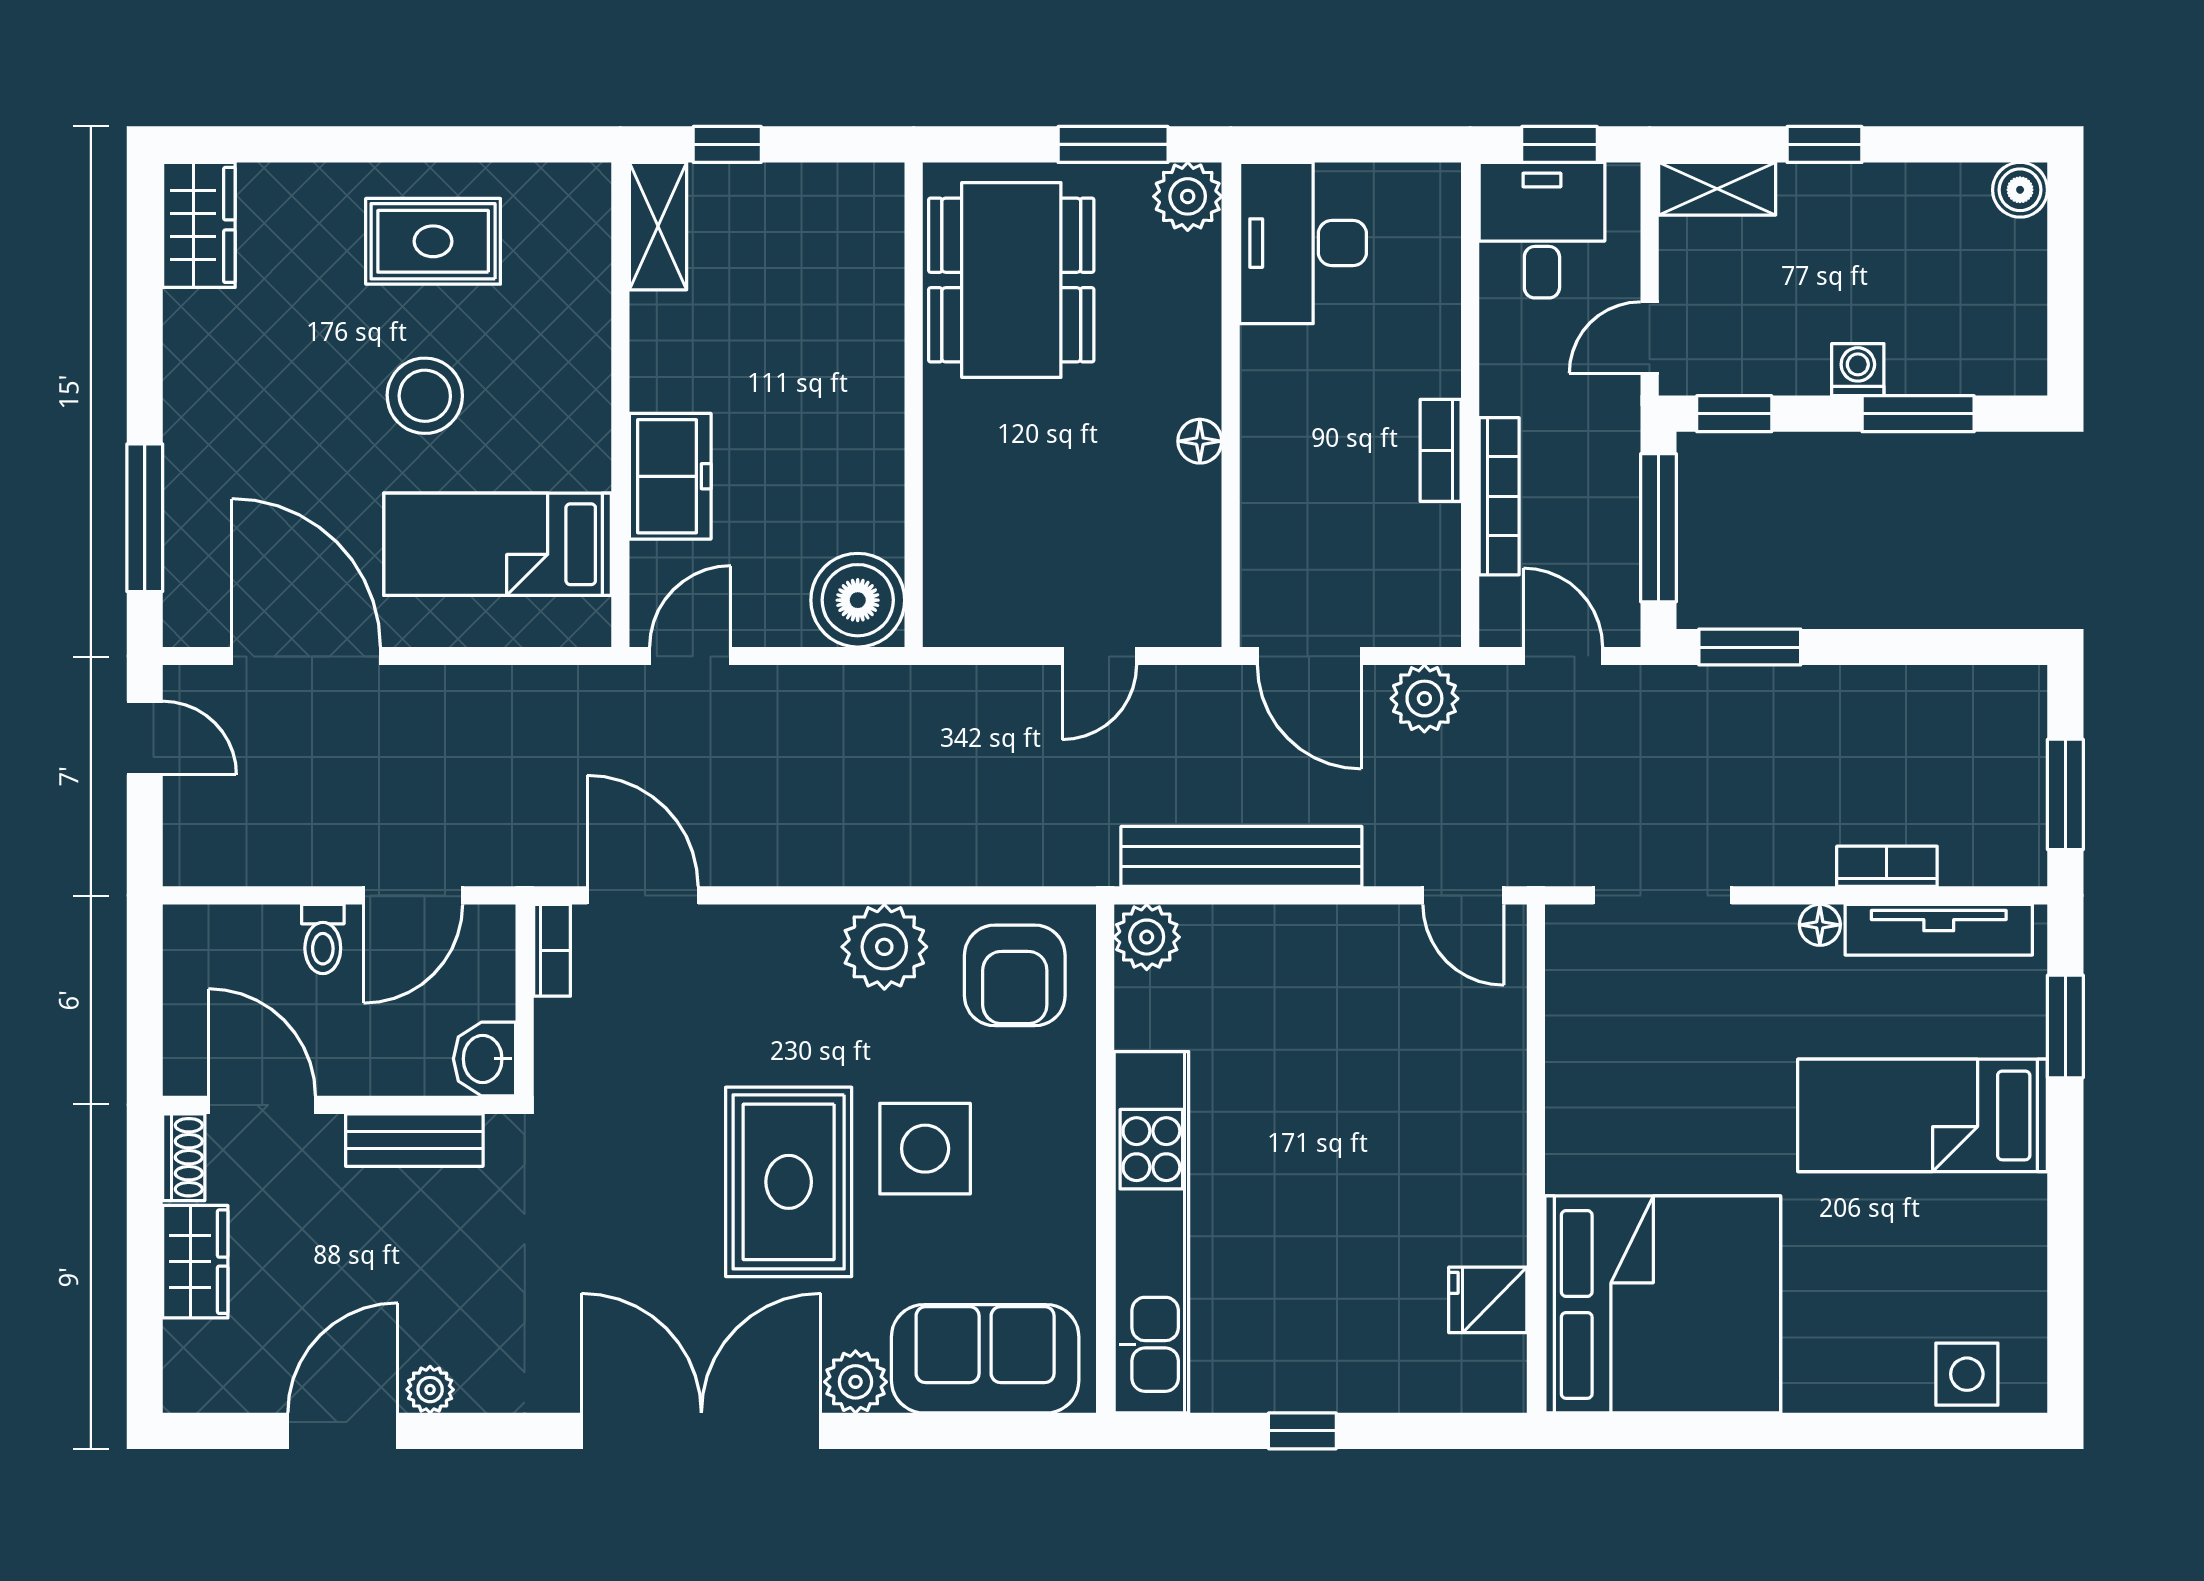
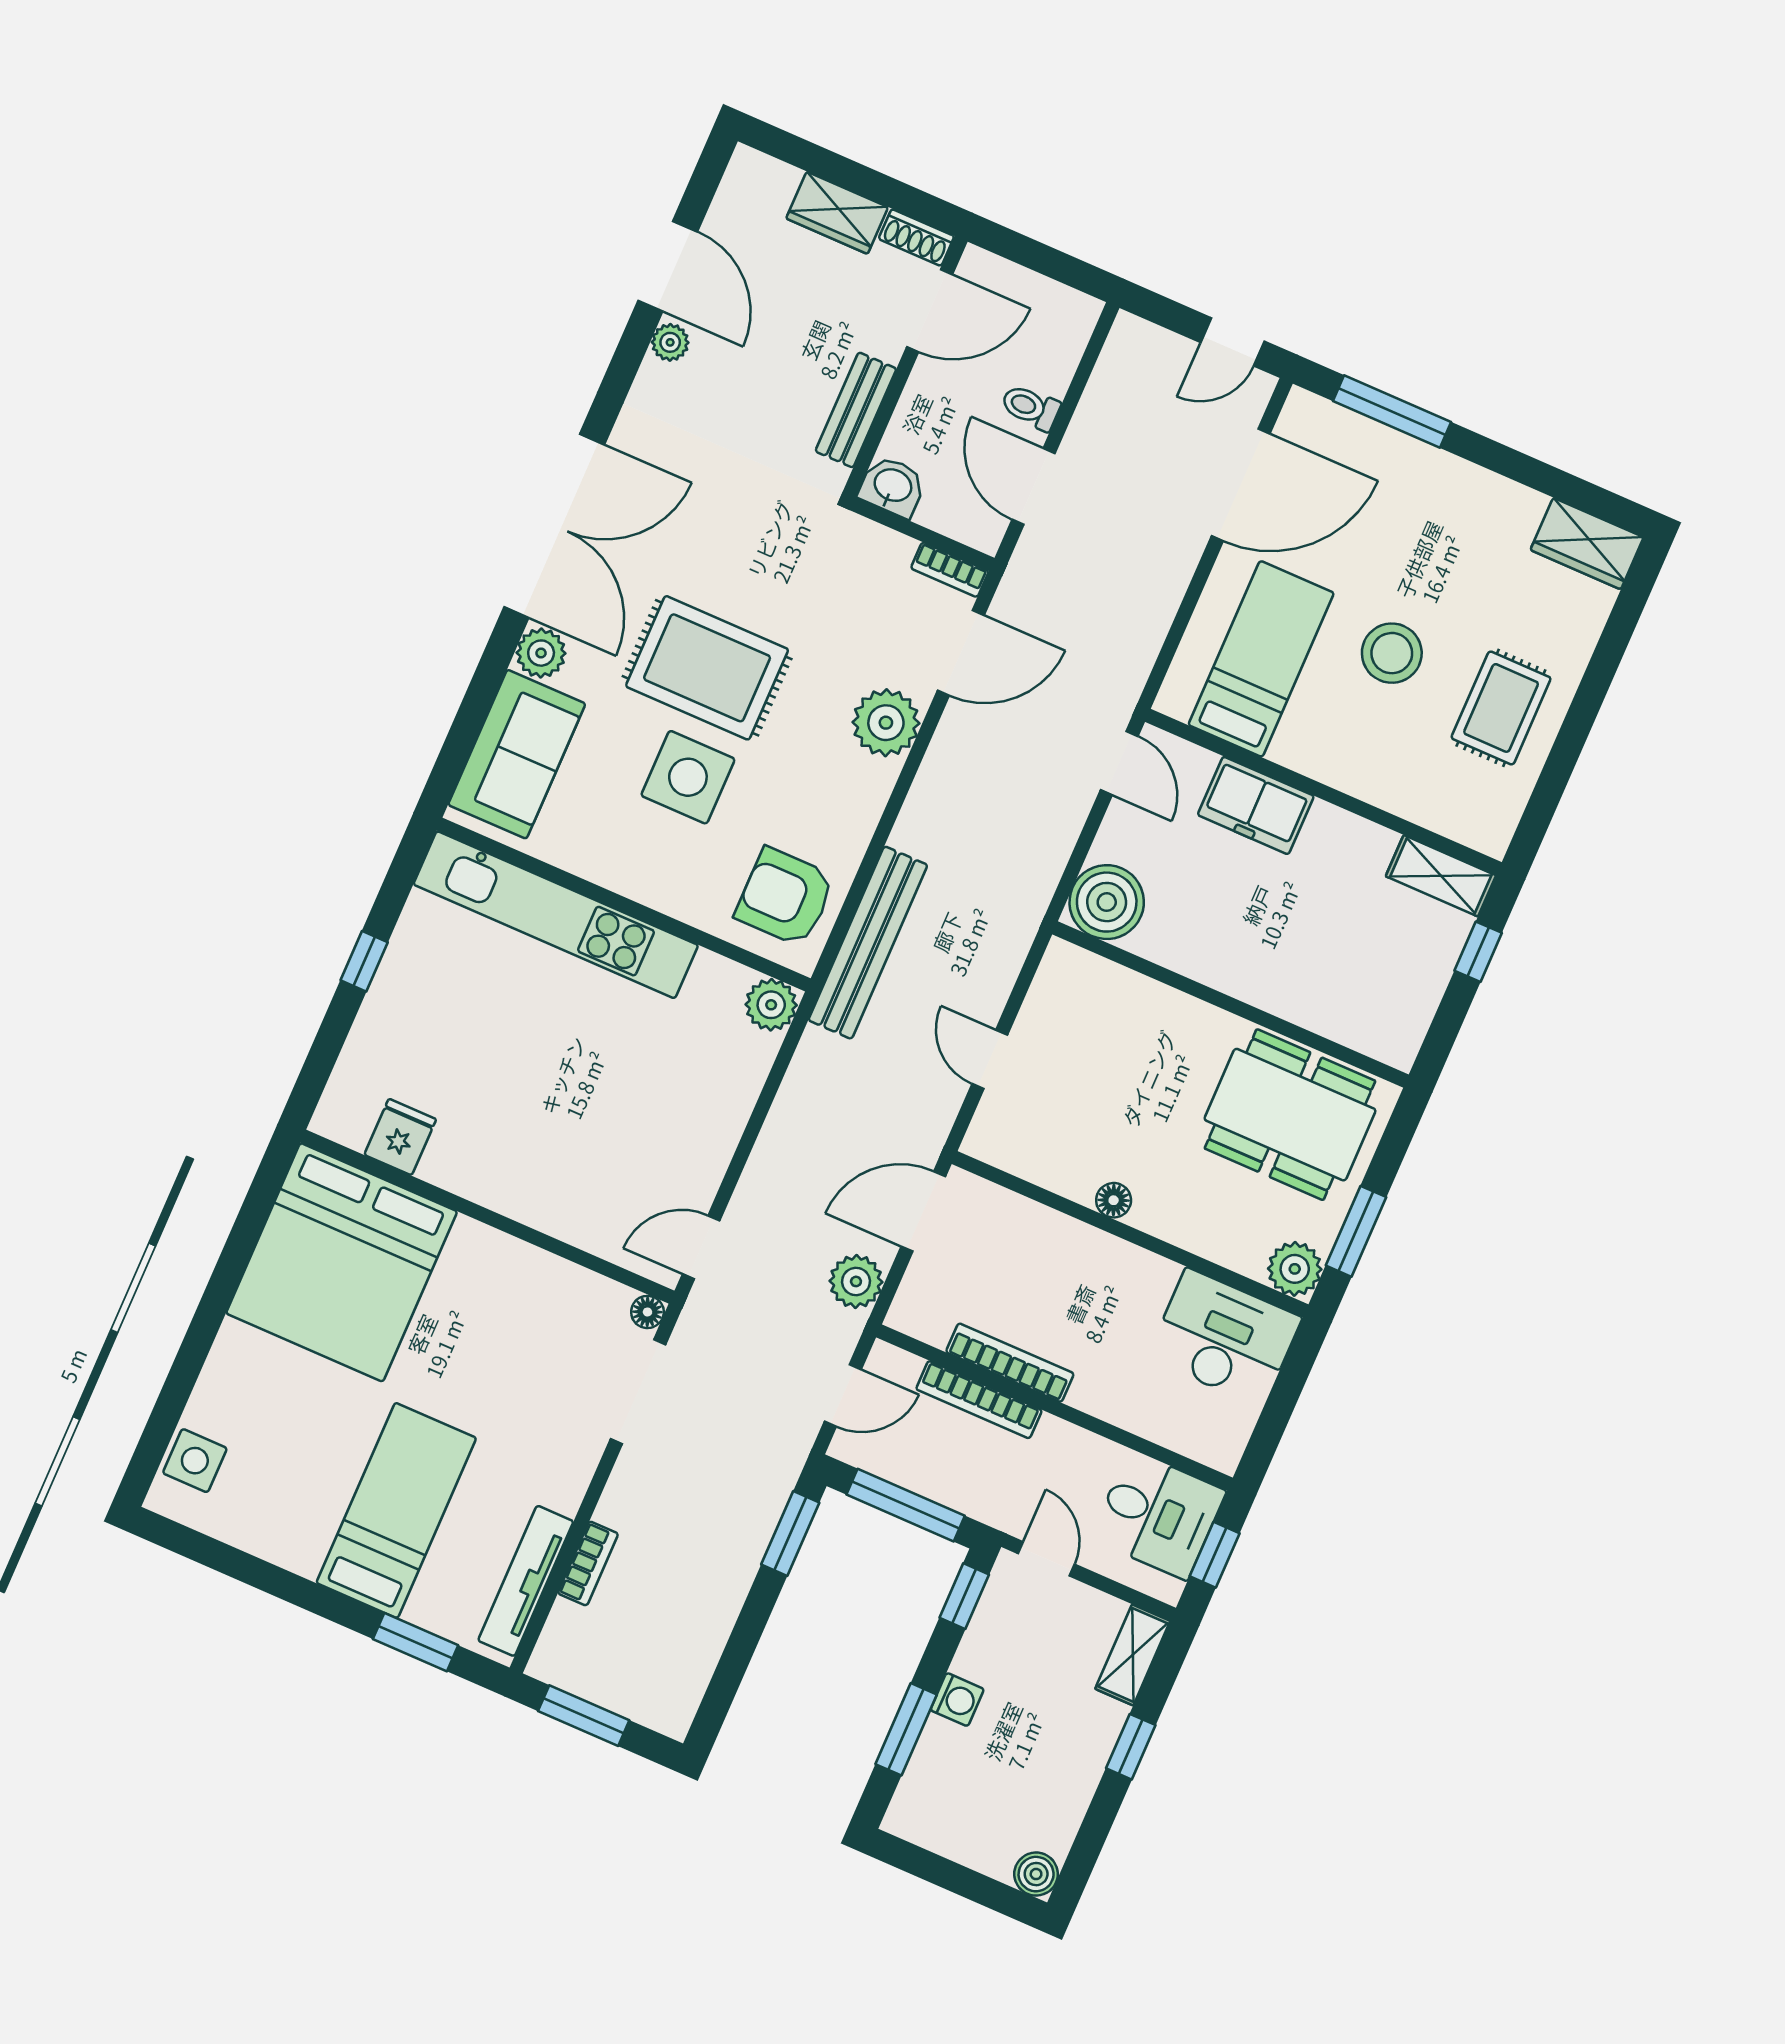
bookcase: (1441, 450) -> (1010, 1363), width x1.56
bench: (1241, 856) -> (868, 943), moved
floor lamp: (1820, 925) -> (647, 1312), moved
plant: (884, 947) -> (886, 723), moved

